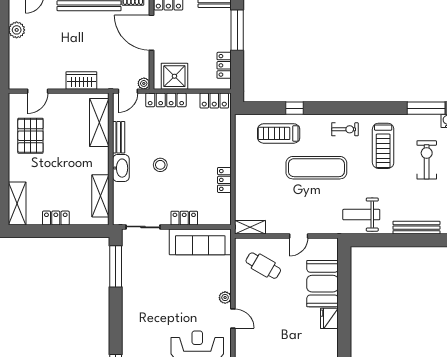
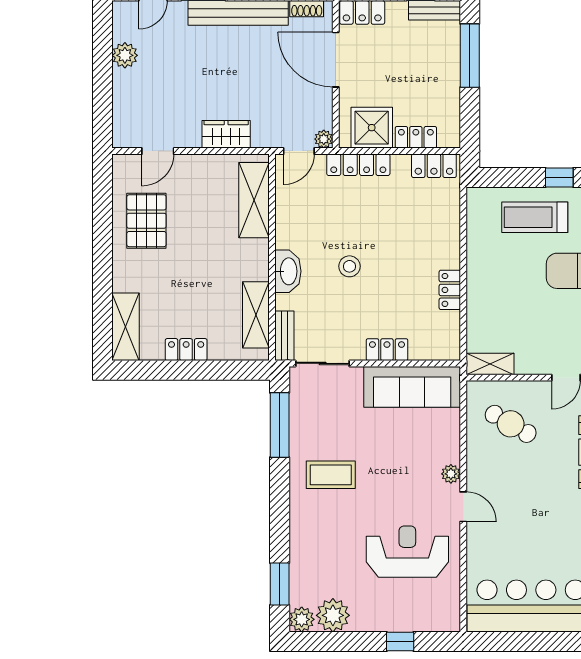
locker: (224, 65) -> (416, 137), moved, turned 90
bench: (119, 137) -> (284, 336), moved
coffee table: (148, 298) -> (331, 475), added

